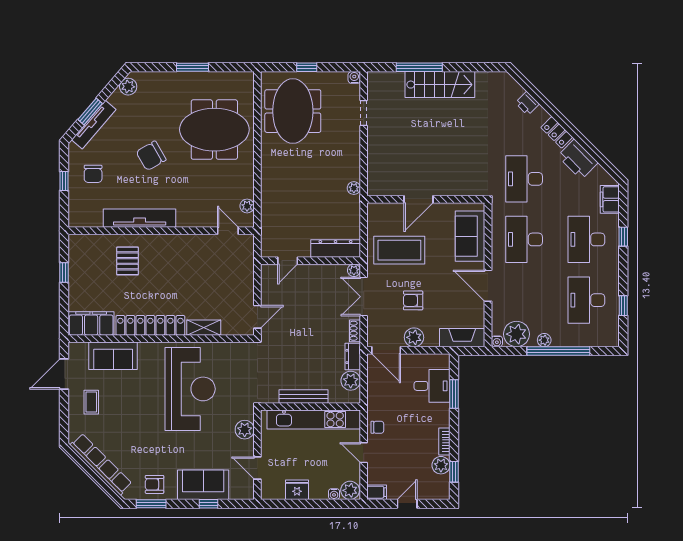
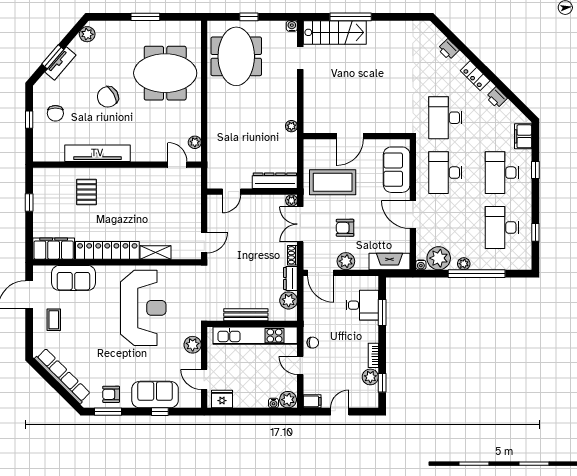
stairs: (440, 85) -> (335, 32), moved
tv unit: (94, 125) -> (60, 63), width x0.71
printer: (578, 159) -> (497, 98), width x0.53, depth x0.68
fridge: (297, 490) -> (222, 399), moved

